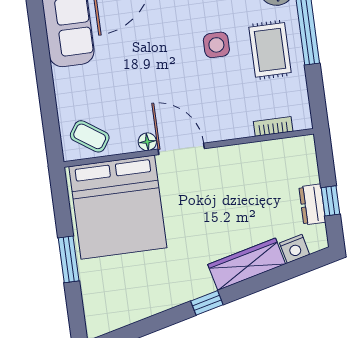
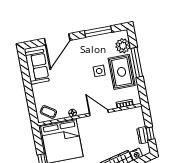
rug: (270, 50) -> (122, 72), width x1.36, depth x1.43
door: (181, 149) -> (99, 113), moved

